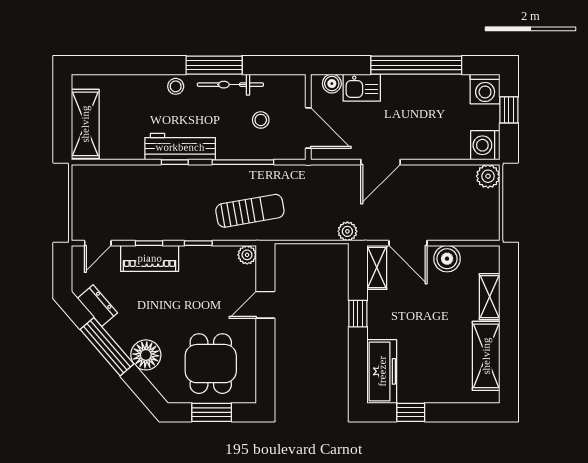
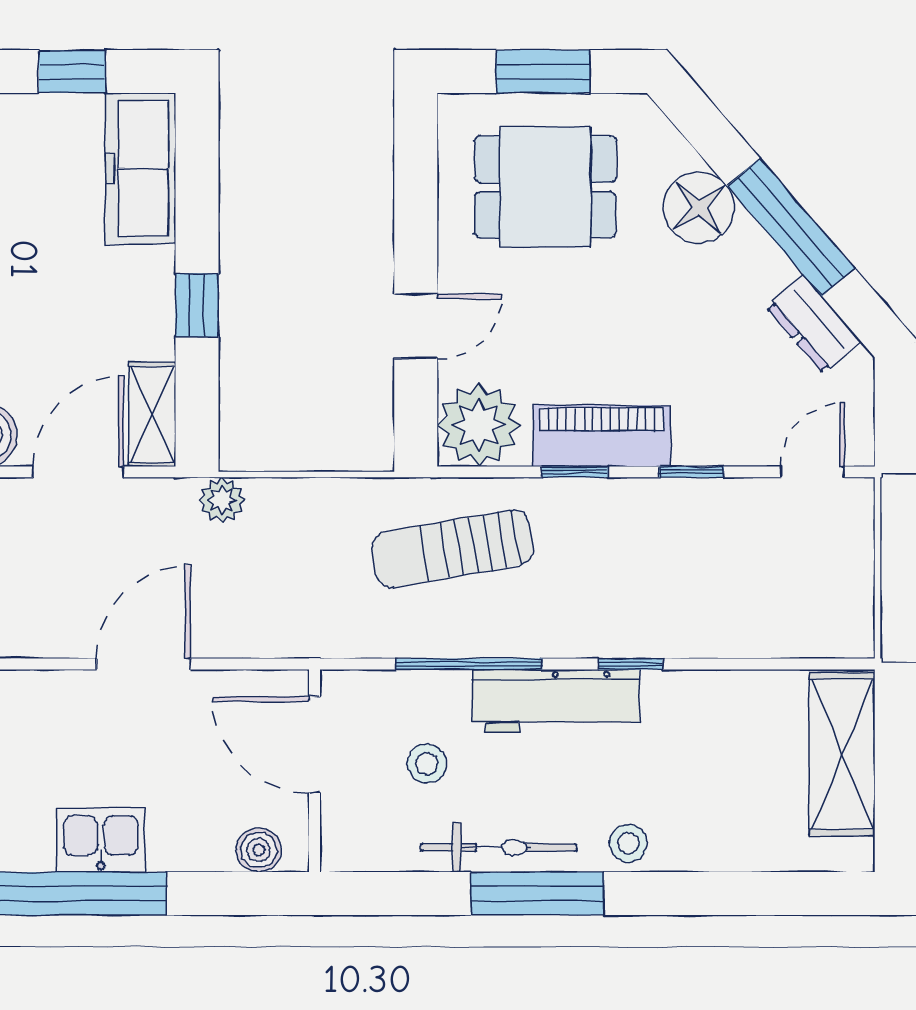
kitchen sink: (362, 88) -> (101, 840), moved
workbench: (180, 147) -> (556, 701), moved
door: (408, 243) -> (78, 472), hinge flipped
plant: (247, 255) -> (479, 425), width x1.88, depth x1.88
piano: (150, 258) -> (602, 436), moved
dining table: (211, 364) -> (545, 187), turned 90

